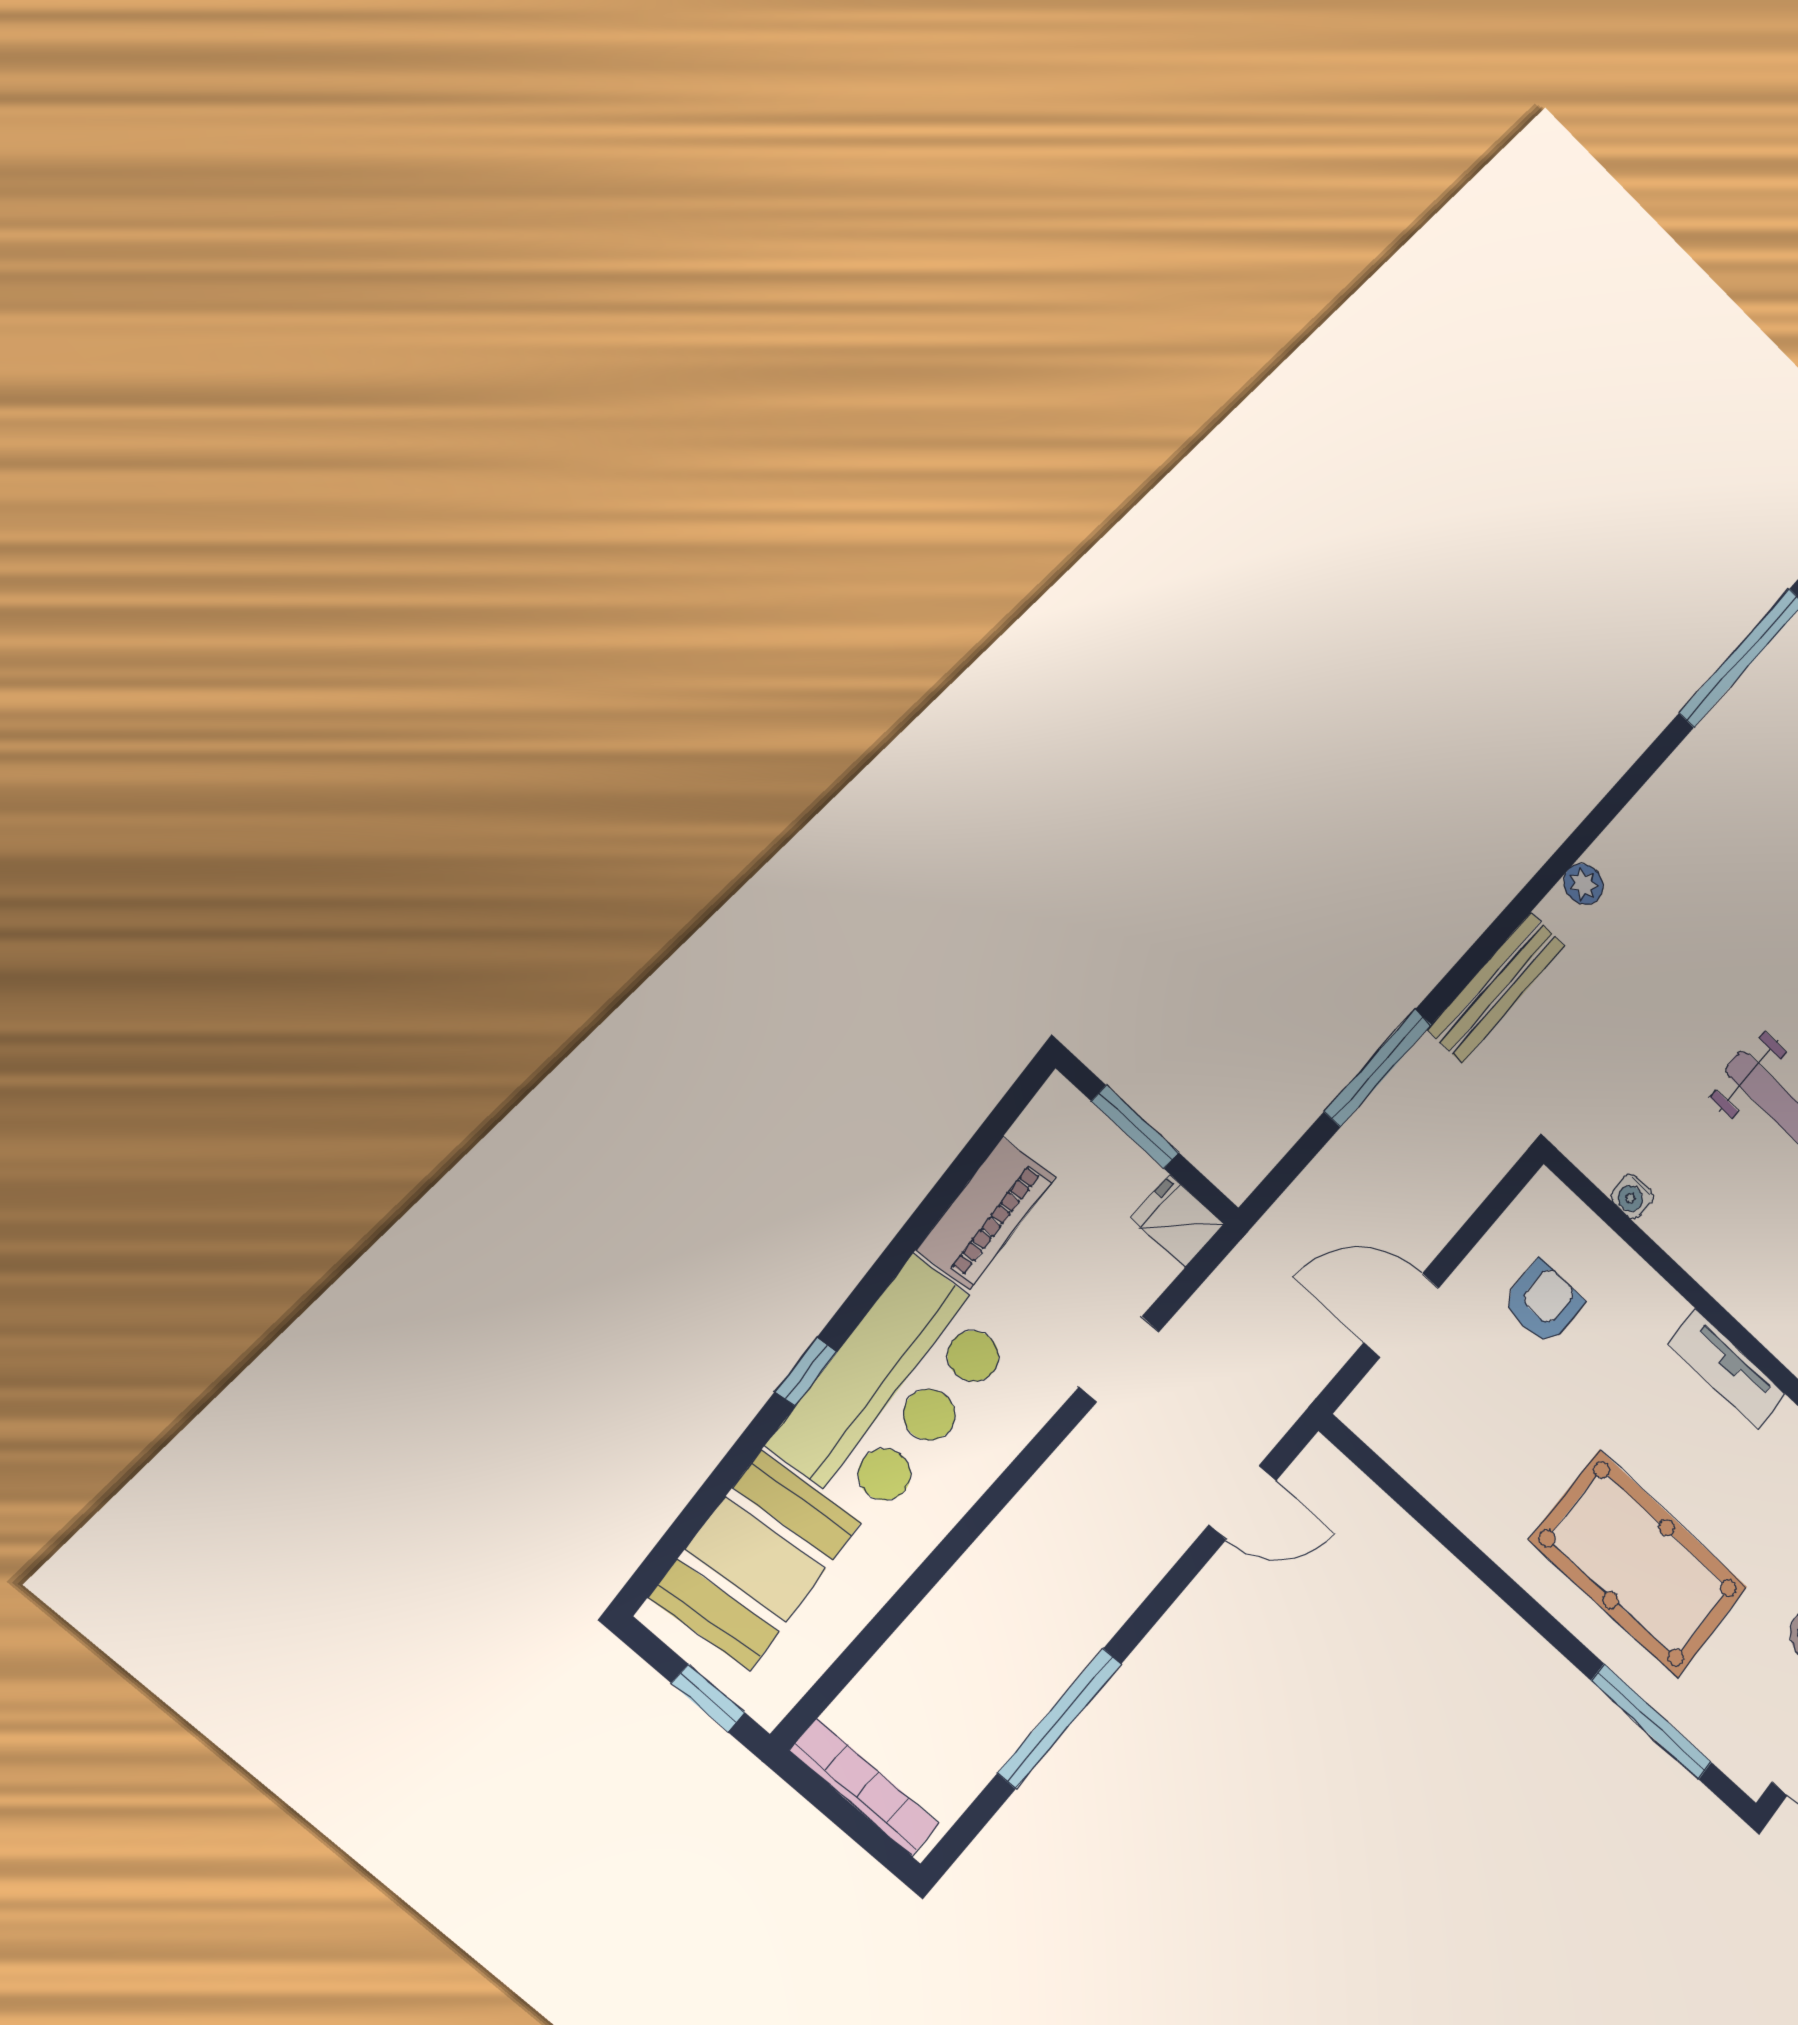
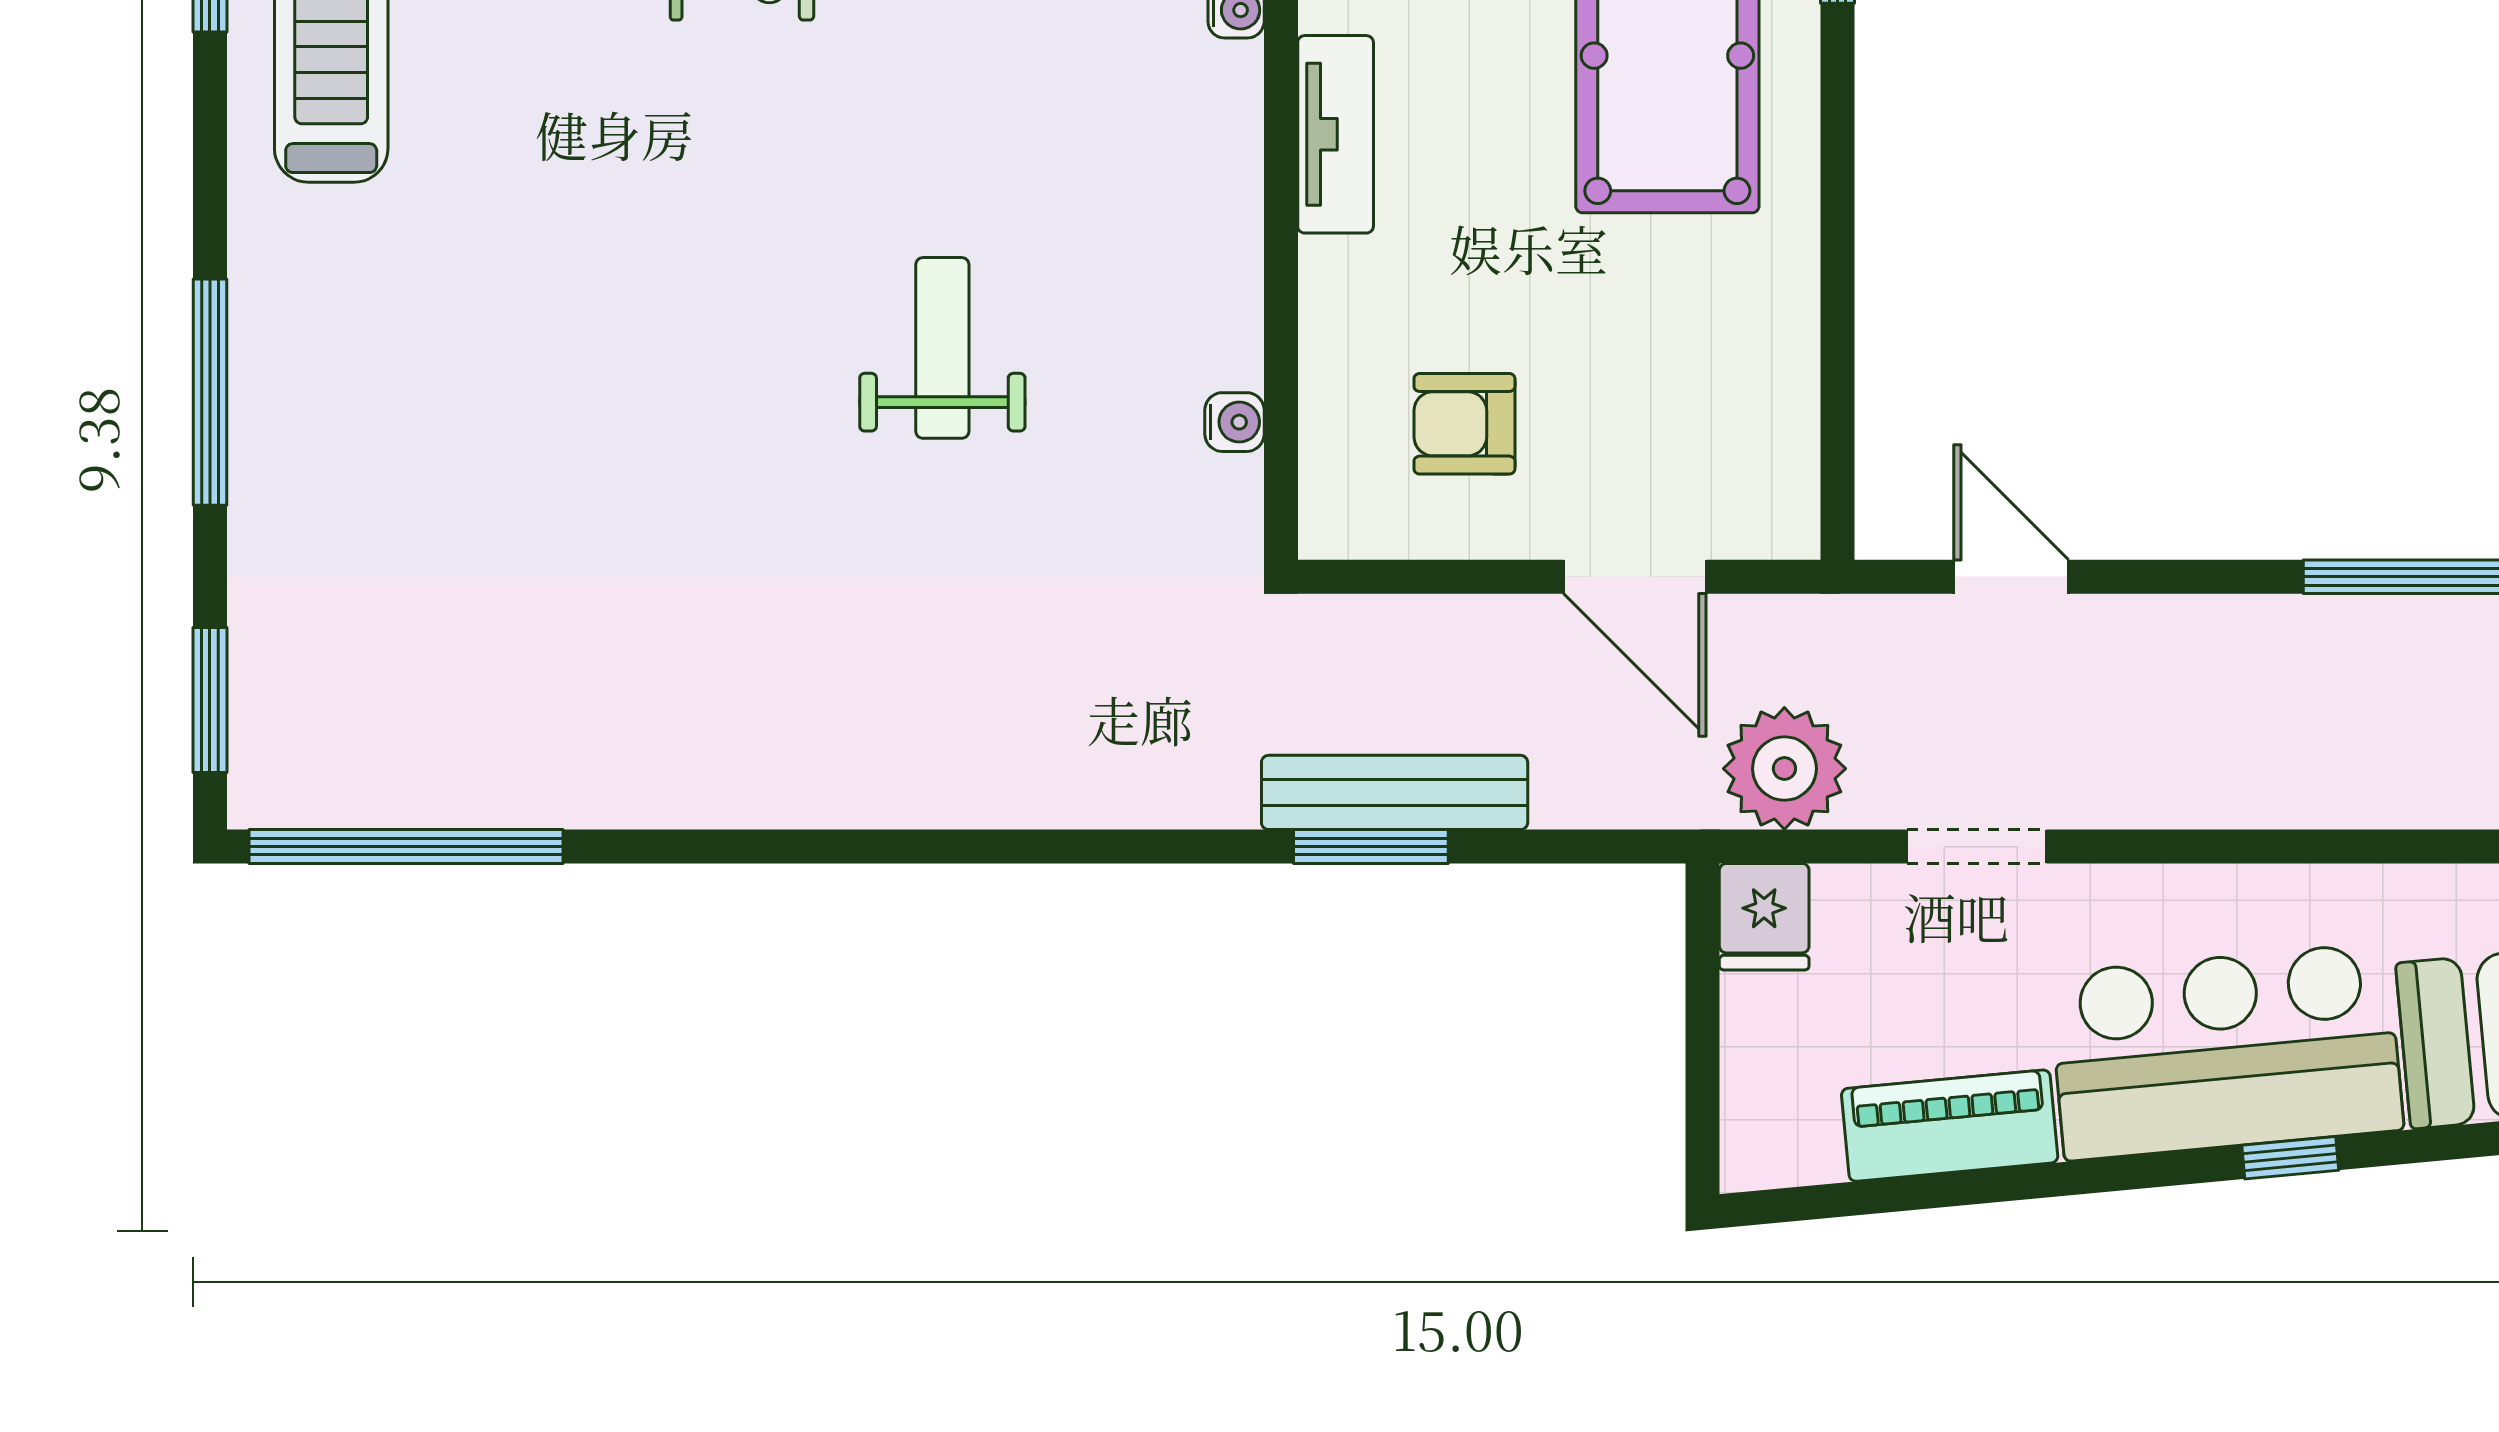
plant: (1583, 884) -> (1784, 769), moved, width x1.88, depth x1.88
bench: (1497, 987) -> (1395, 792), moved
window: (1378, 1068) -> (1371, 847), width x0.69
window: (1135, 1127) -> (1703, 1053), removed

